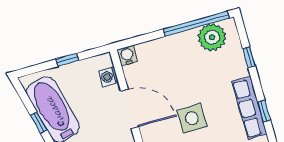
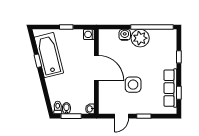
plant: (212, 37) -> (140, 38), moved
water cooler: (127, 56) -> (125, 35), moved
washing machine: (109, 77) -> (89, 34), moved

